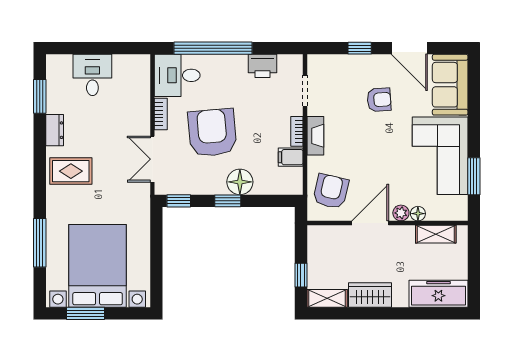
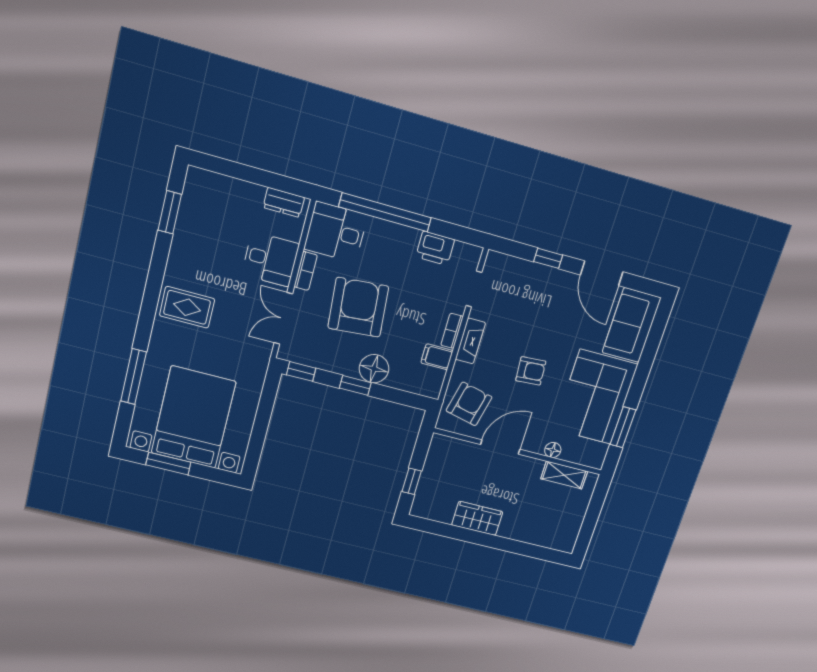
desk: (92, 75) -> (270, 259), moved, turned 90
armchair: (379, 100) -> (531, 371), moved
dresser: (55, 130) -> (284, 202), moved, turned 90
plant: (401, 213) -> (535, 445), removed
freezer: (438, 294) -> (547, 534), removed
shelving: (327, 298) -> (432, 511), removed

